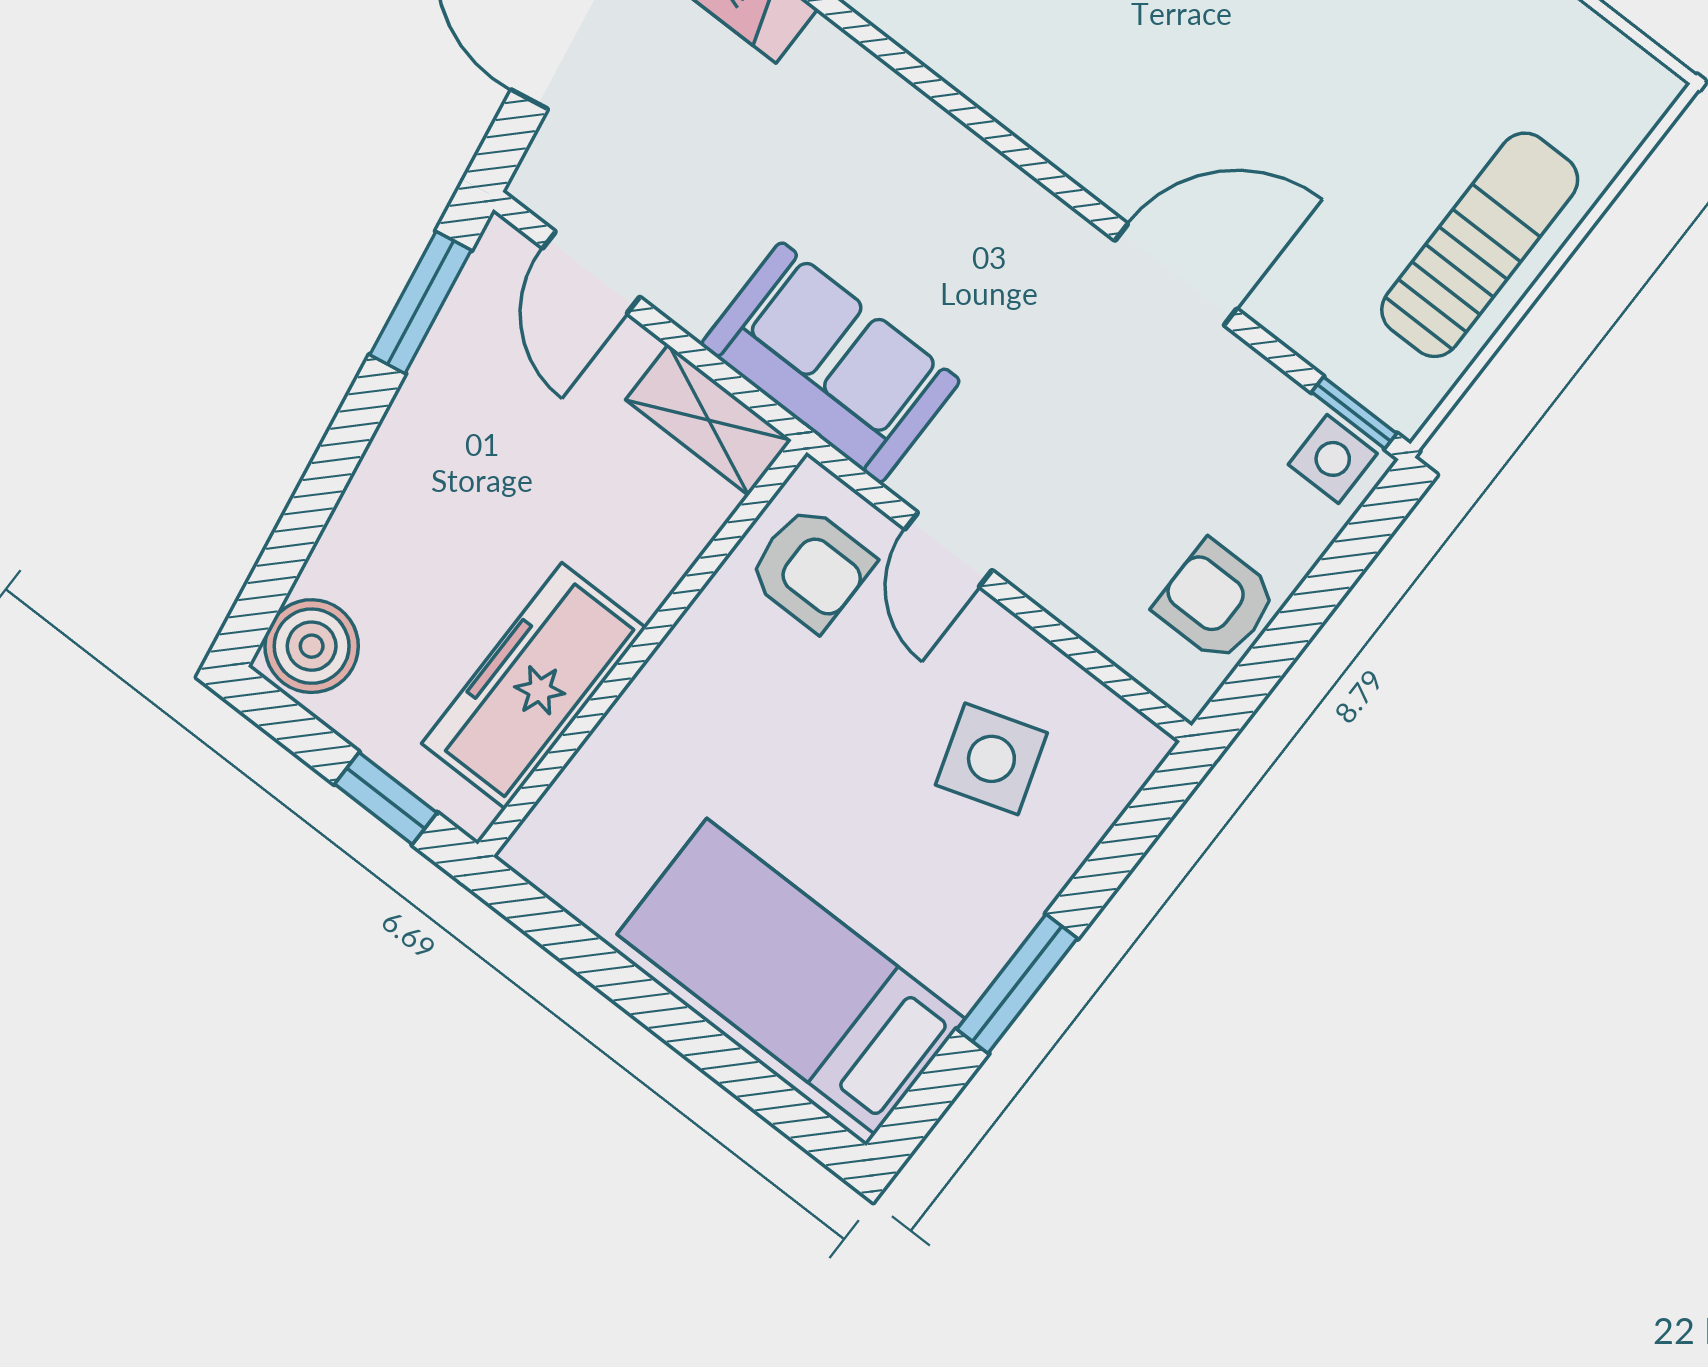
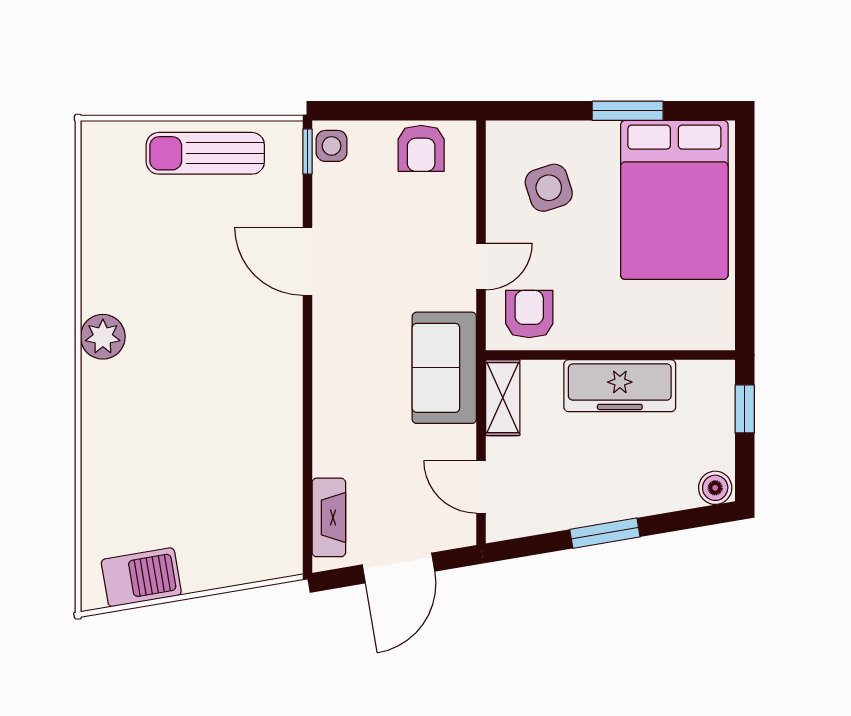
door: (591, 273) -> (481, 487), swing flipped
window: (421, 302) -> (605, 533), moved
boiler: (312, 646) -> (715, 488), width x0.73, depth x0.73
freezer: (534, 686) -> (620, 386), moved
bed: (791, 976) -> (674, 200), width x1.50

